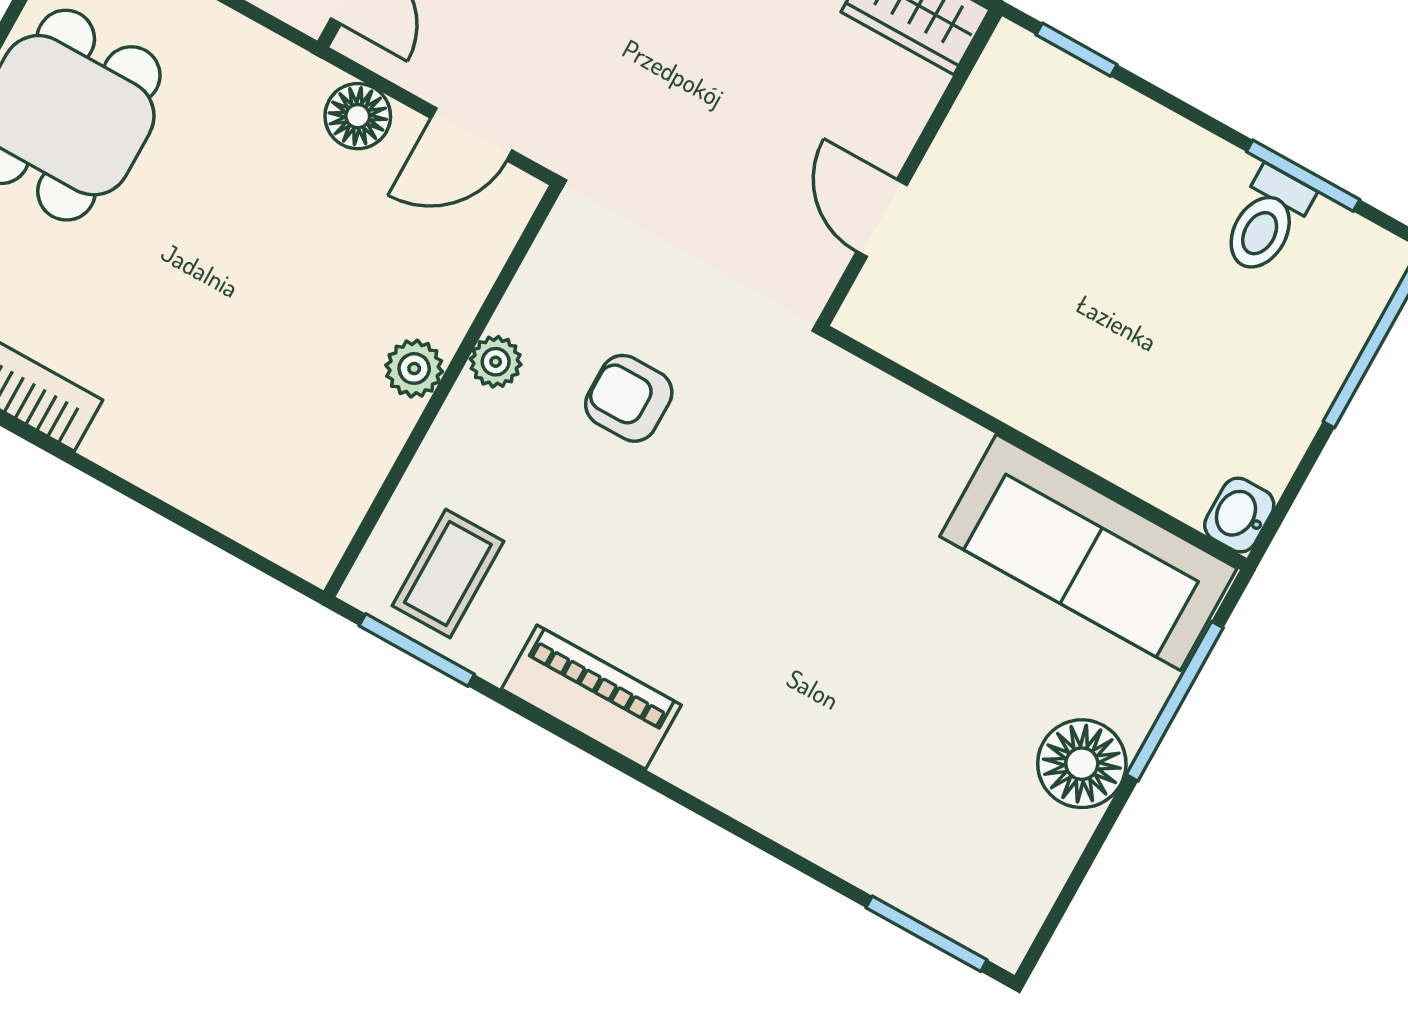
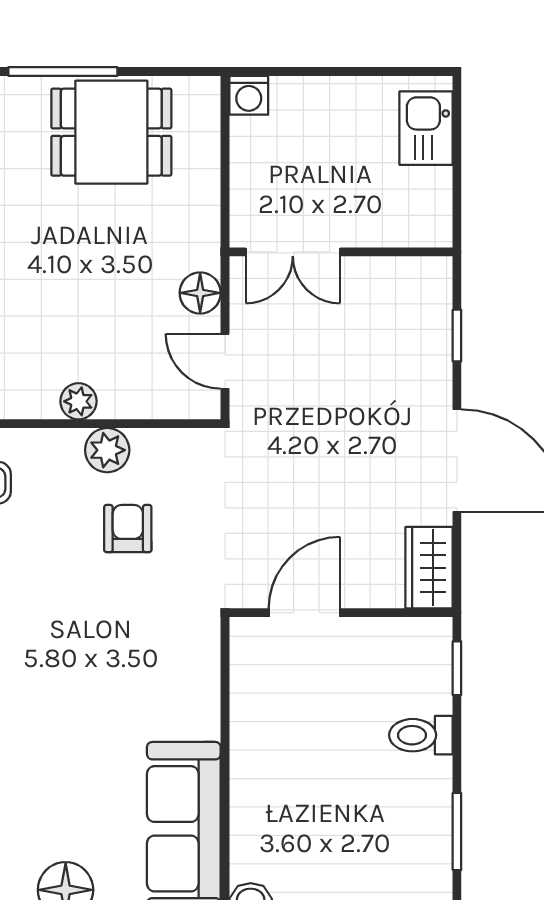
door: (882, 218) -> (304, 613), width x1.38
toilet: (1267, 221) -> (421, 735), moved
plant: (496, 362) -> (107, 450), width x1.38, depth x1.38

